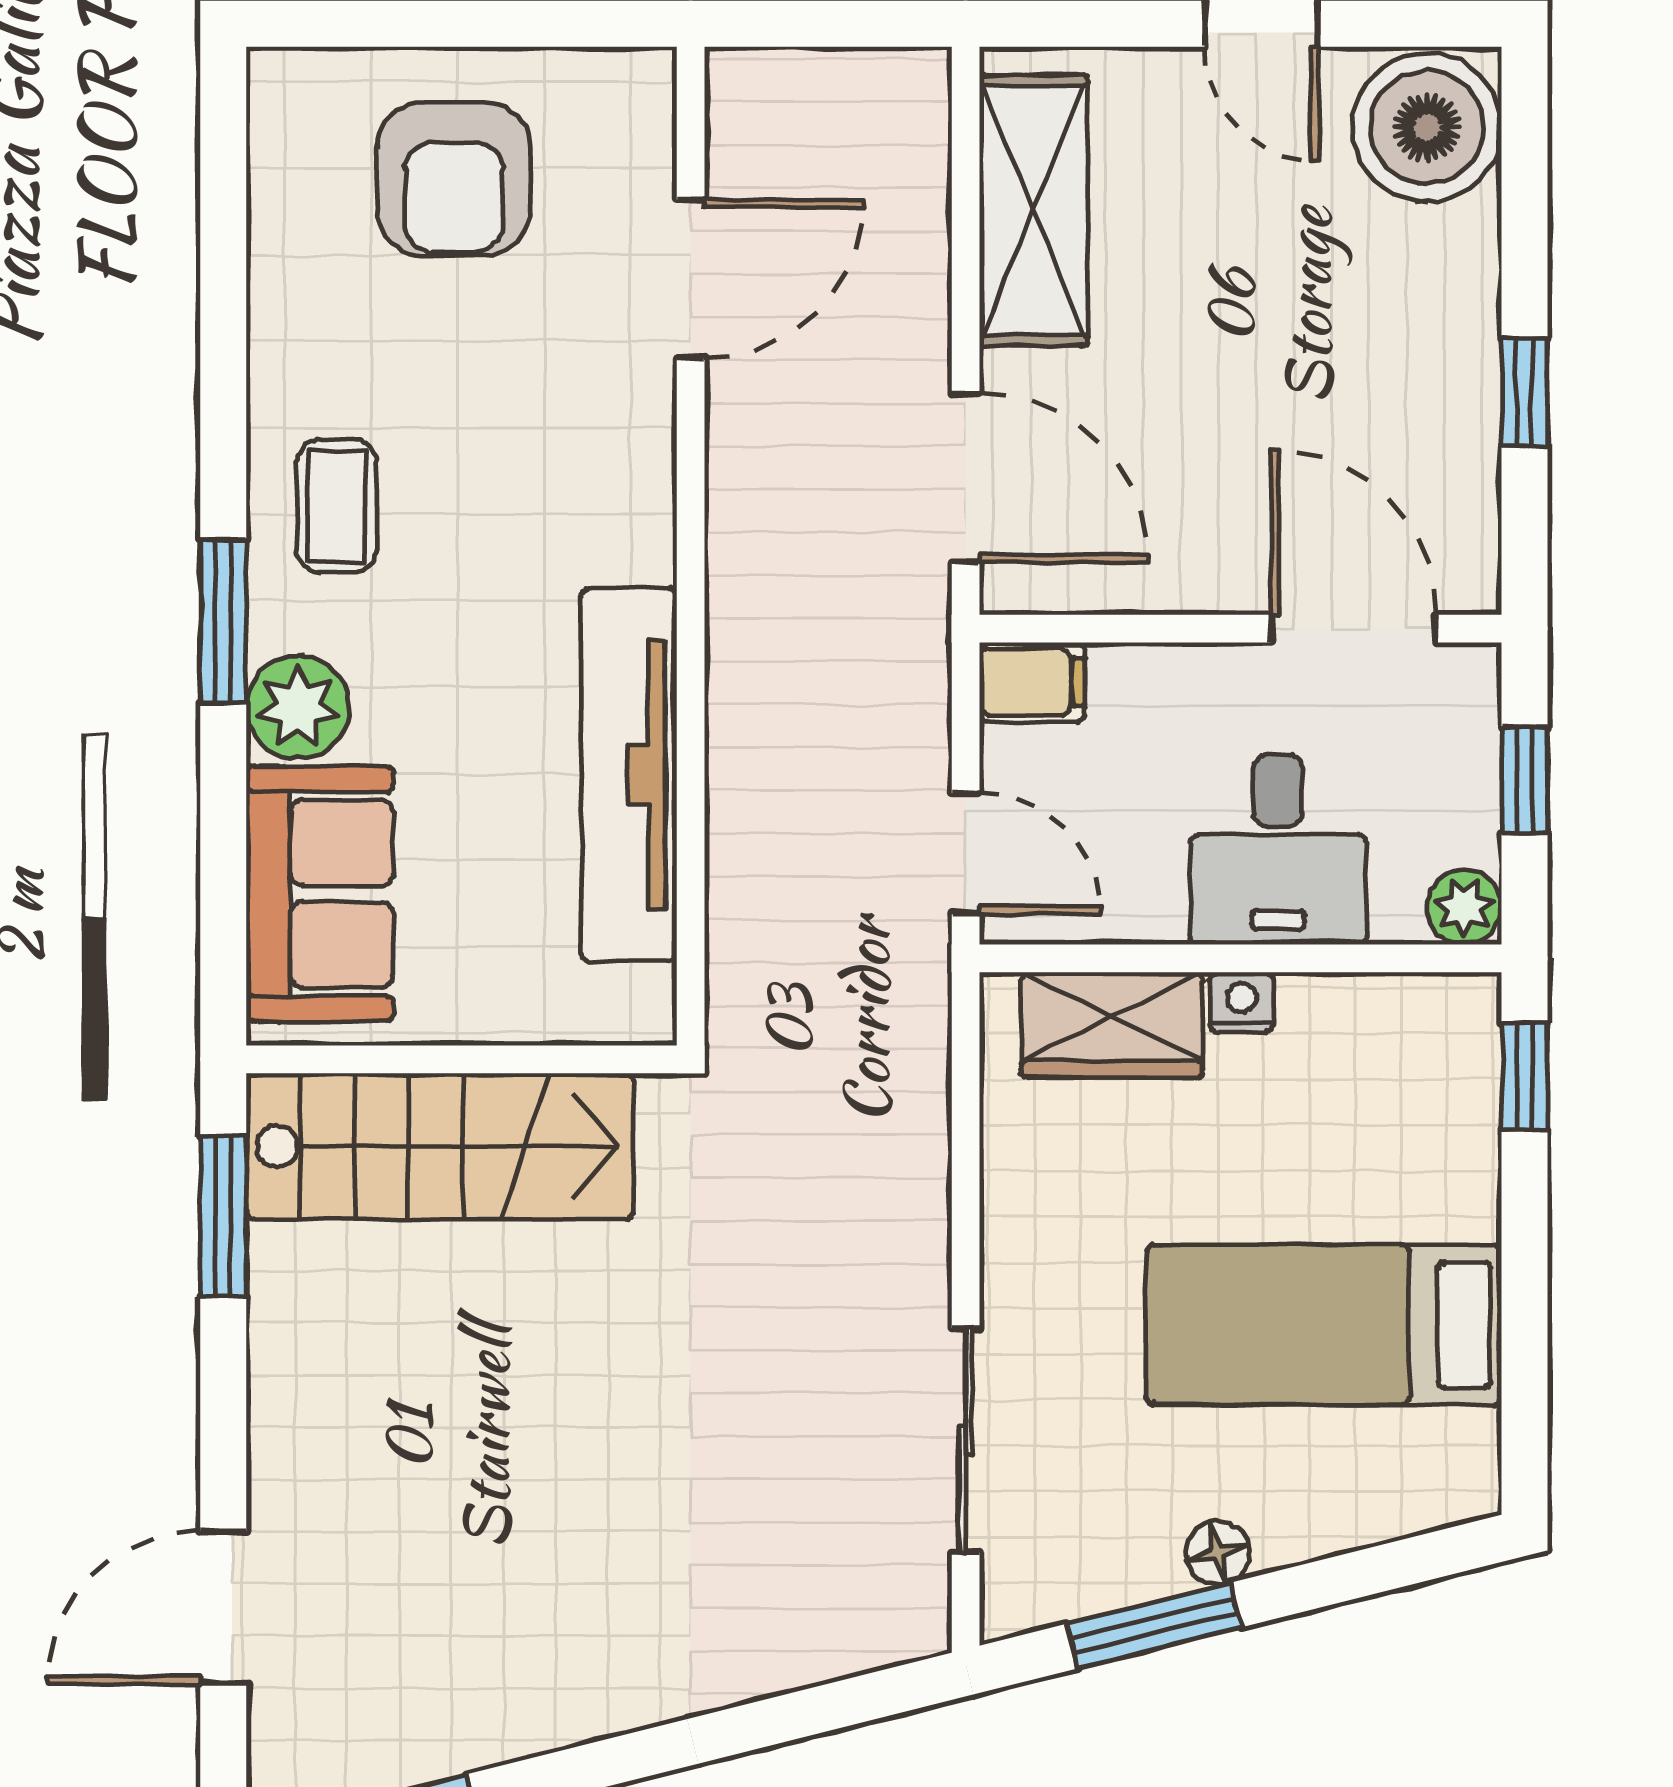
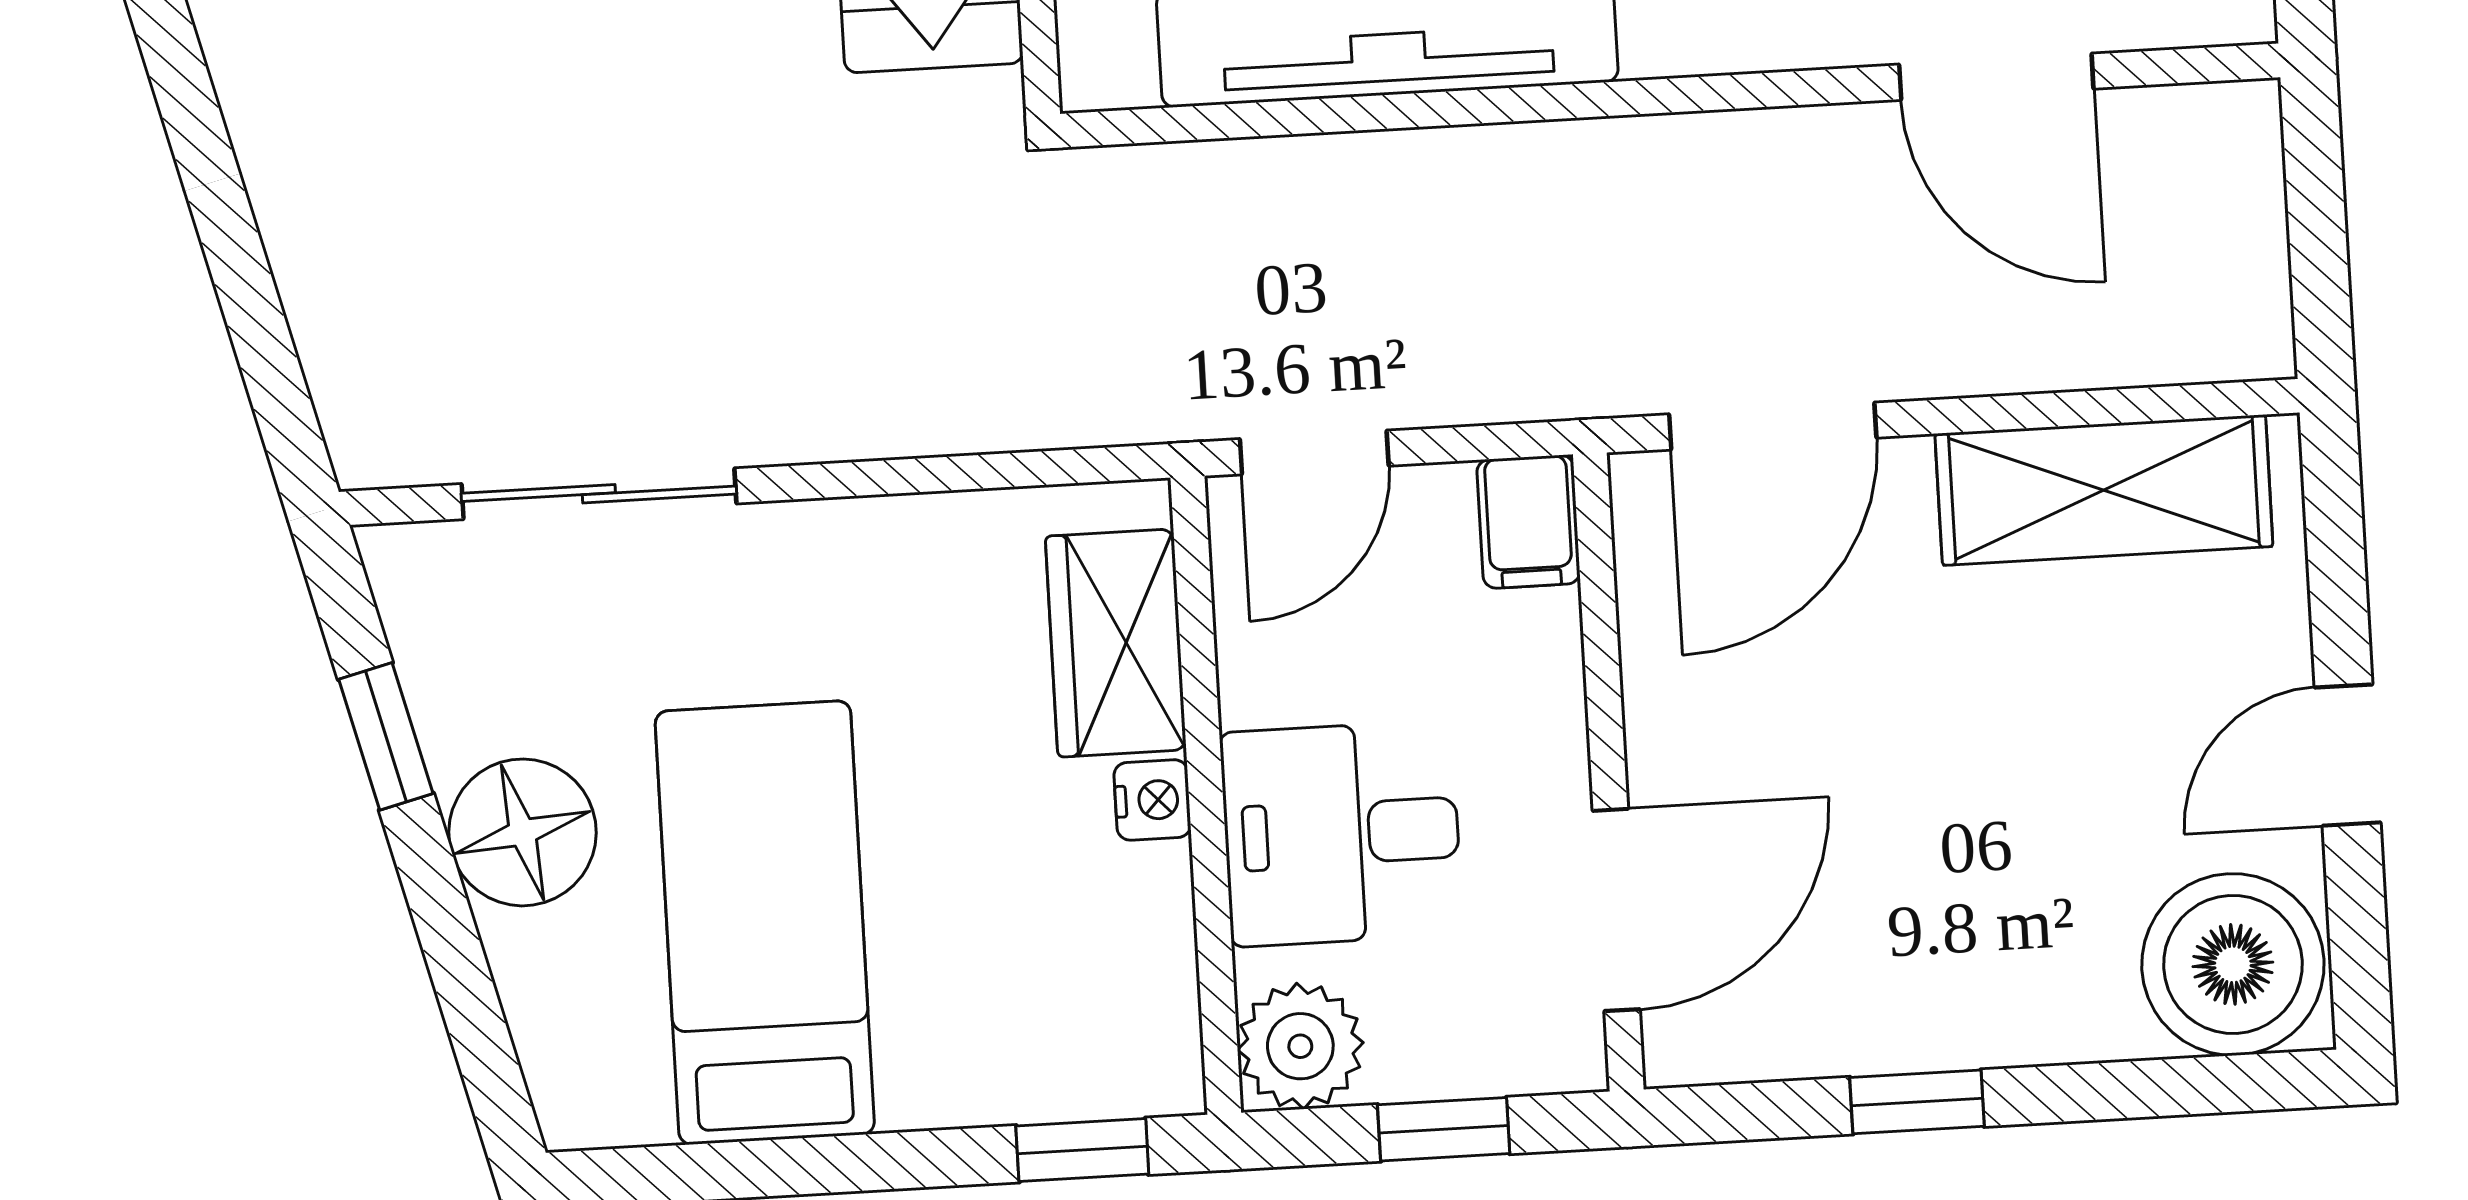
plant: (1464, 907) -> (1300, 1046), width x1.38, depth x1.38
floor lamp: (1218, 1553) -> (522, 832), width x1.89, depth x1.89
window: (1154, 1626) -> (386, 736), width x0.67

